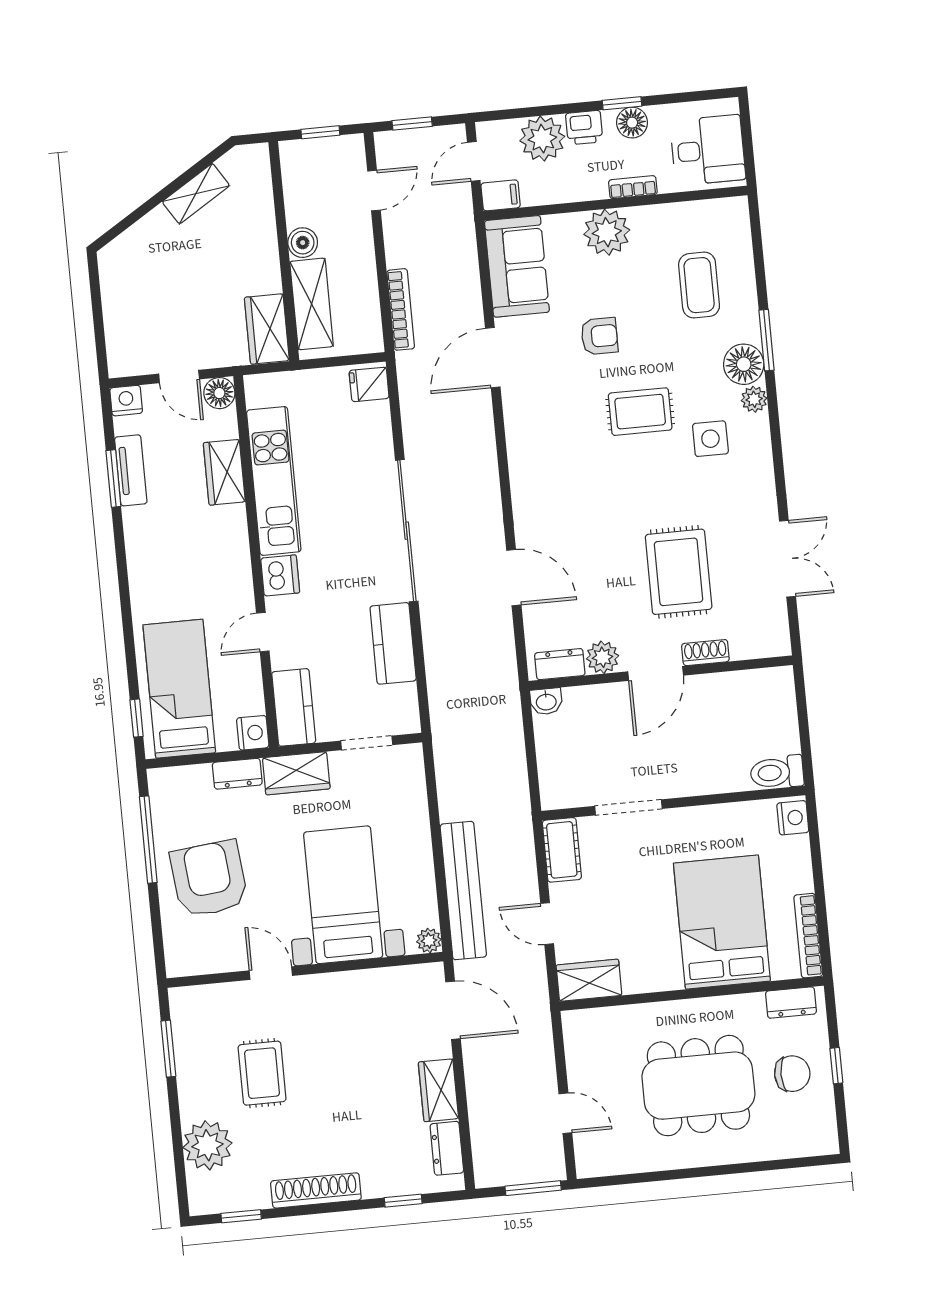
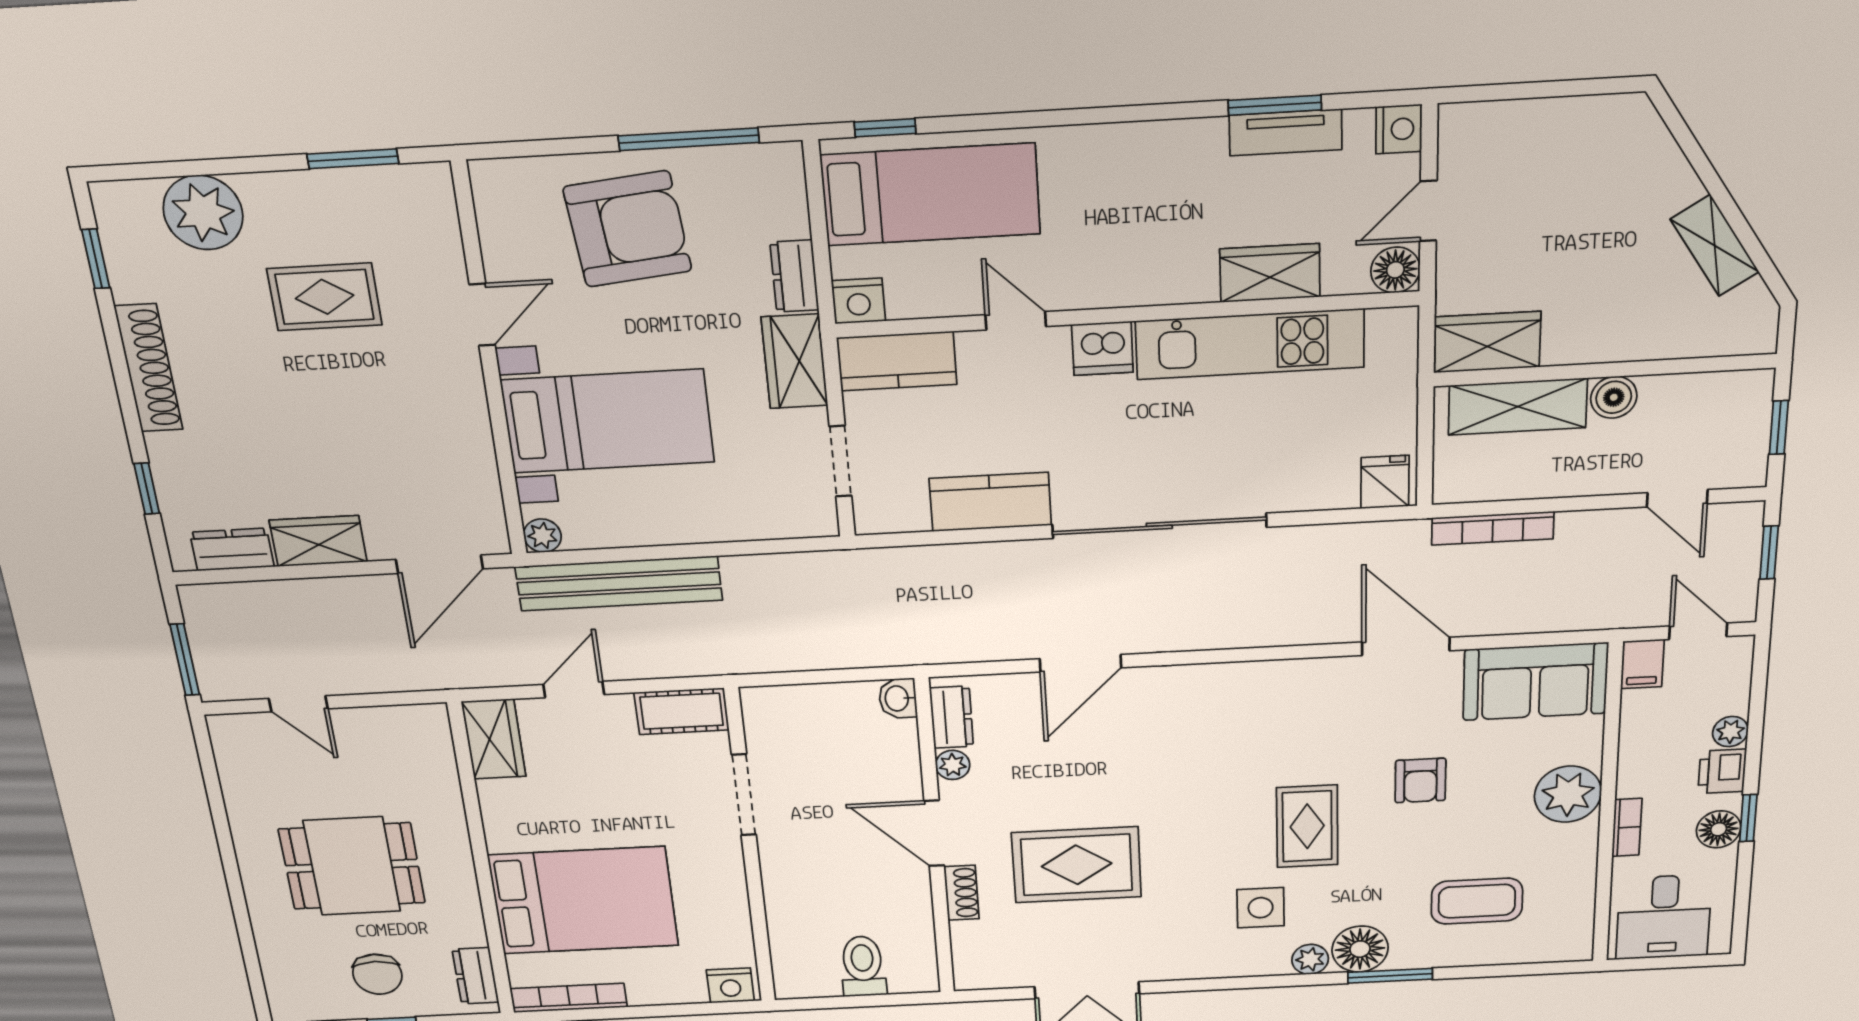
plant: (542, 139) -> (1730, 732), width x0.53, depth x0.53
plant: (603, 657) -> (953, 765), width x0.73, depth x0.73
toilet: (777, 772) -> (863, 966), moved
dining table: (698, 1086) -> (352, 866), width x0.73
door: (565, 1113) -> (298, 704), hinge flipped

